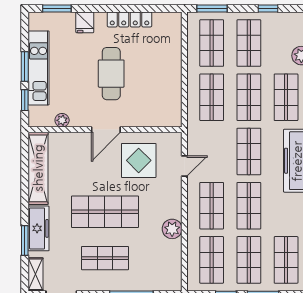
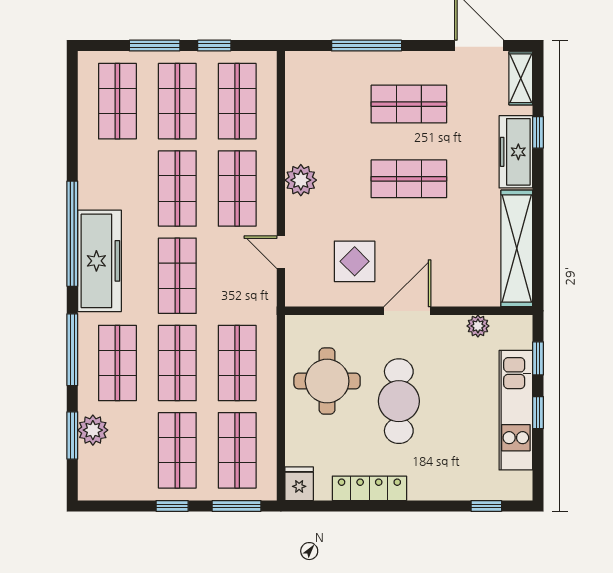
window: (57, 8) -> (486, 506), width x0.67
window: (268, 8) -> (172, 506), moved
fridge: (85, 22) -> (299, 484), moved
window: (25, 66) -> (538, 413), width x0.67
round table: (156, 86) -> (327, 381), added
display table: (139, 160) -> (355, 261), width x0.73, depth x0.73
door: (184, 166) -> (281, 252), hinge flipped
shop shelf: (105, 212) -> (409, 179), width x0.70, depth x0.74
plant: (172, 229) -> (301, 180), moved
window: (25, 241) -> (538, 132), width x0.67

